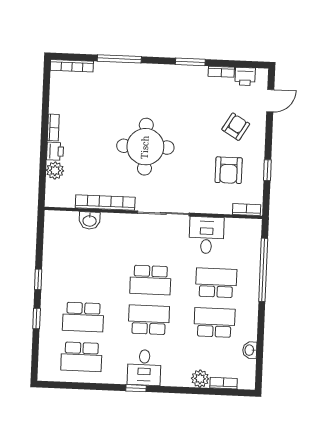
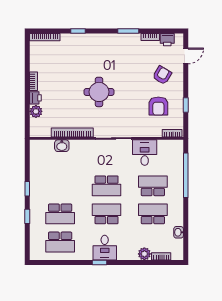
window: (119, 59) -> (78, 31), width x0.46
round table: (145, 147) -> (99, 92), width x0.73, depth x0.73

